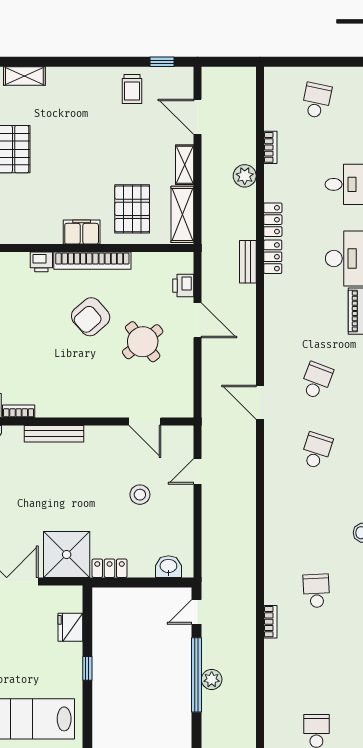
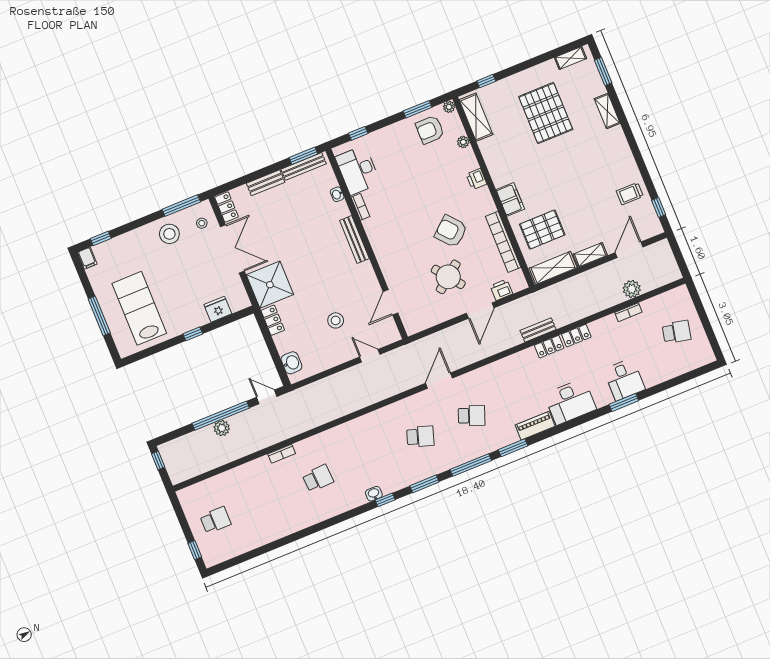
plant: (245, 176) -> (632, 289), moved
bookcase: (92, 261) -> (503, 242), moved

